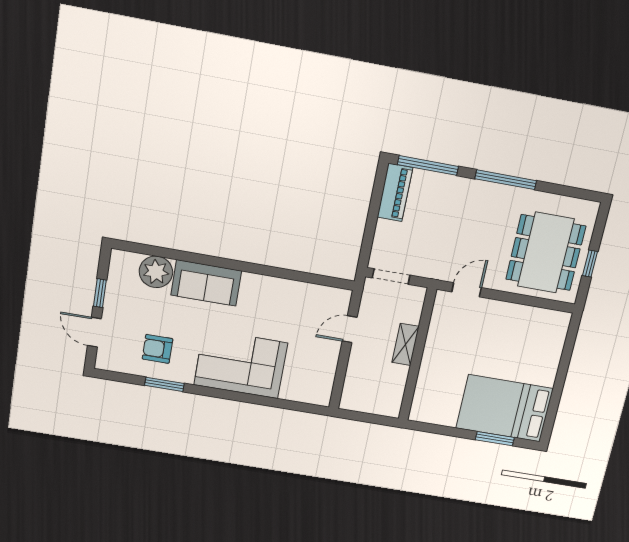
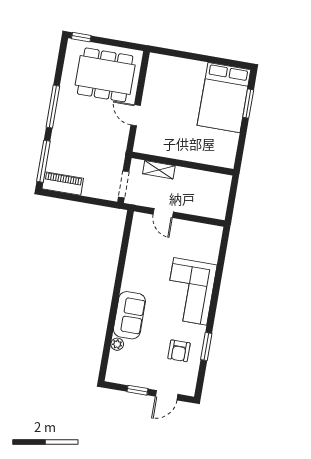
window: (590, 264) -> (81, 37), moved
plant: (156, 272) -> (117, 344), width x0.53, depth x0.53
door: (467, 290) -> (136, 115), moved
shelving: (405, 344) -> (159, 170), moved

